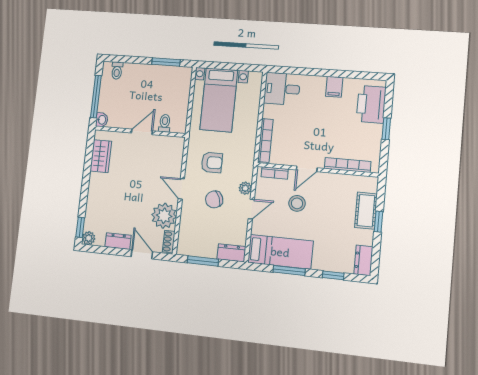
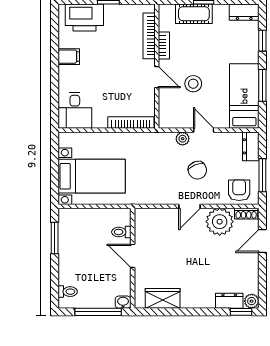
armchair: (212, 163) -> (239, 190), moved
bookcase: (275, 173) -> (164, 46), moved
dresser: (118, 241) -> (229, 301), moved, turned 90

